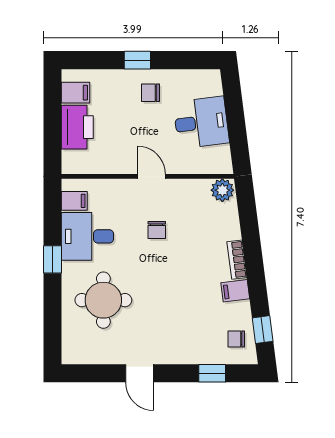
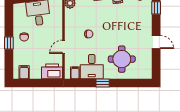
printer: (77, 127) -> (52, 71), moved
door: (152, 176) -> (64, 47), moved
door: (140, 373) -> (156, 42), hinge flipped

